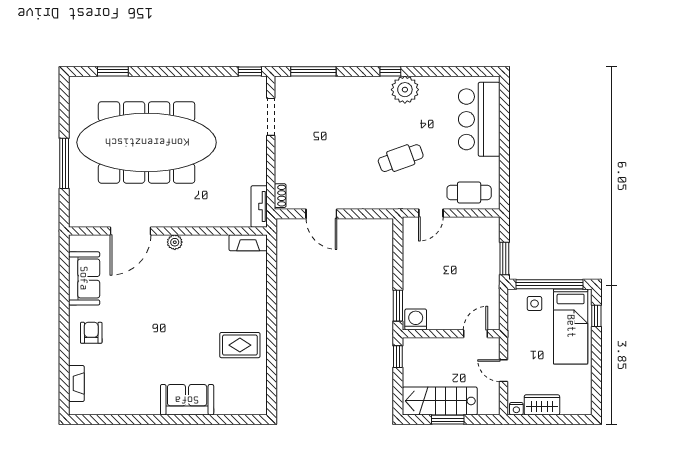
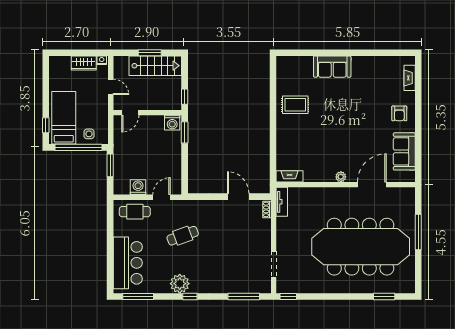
window: (464, 71) -> (138, 296), added
washing machine: (464, 227) -> (138, 187), added

